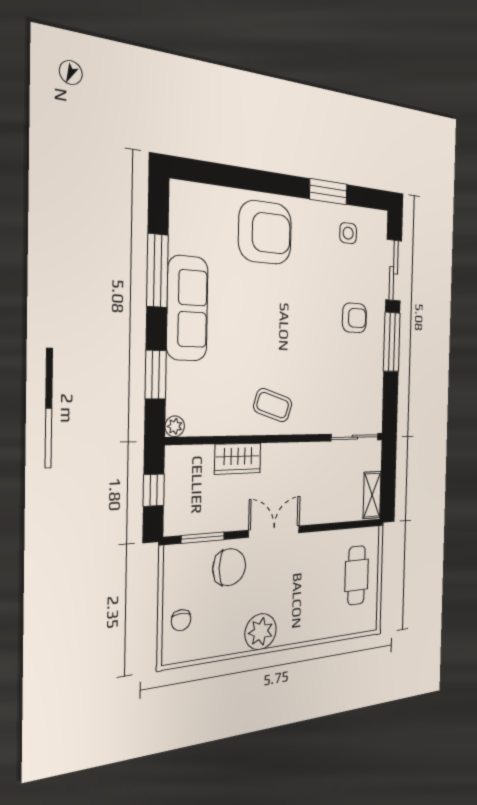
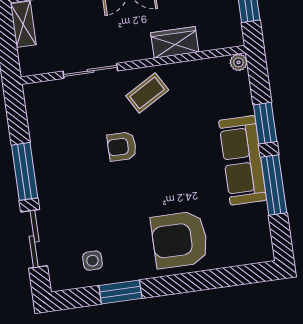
armchair: (354, 318) -> (122, 146), moved
window: (156, 375) -> (265, 123), moved
coffee table: (273, 405) -> (147, 93), turned -48
sliding door: (355, 437) -> (90, 71), moved

